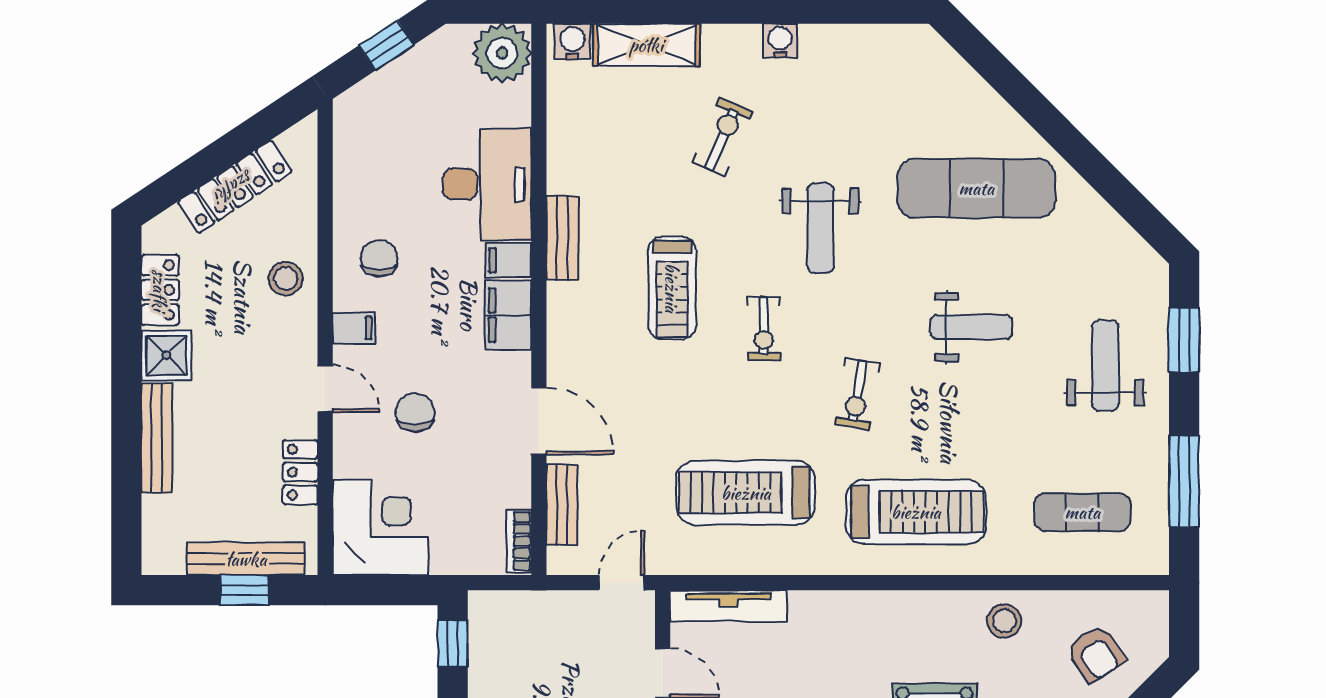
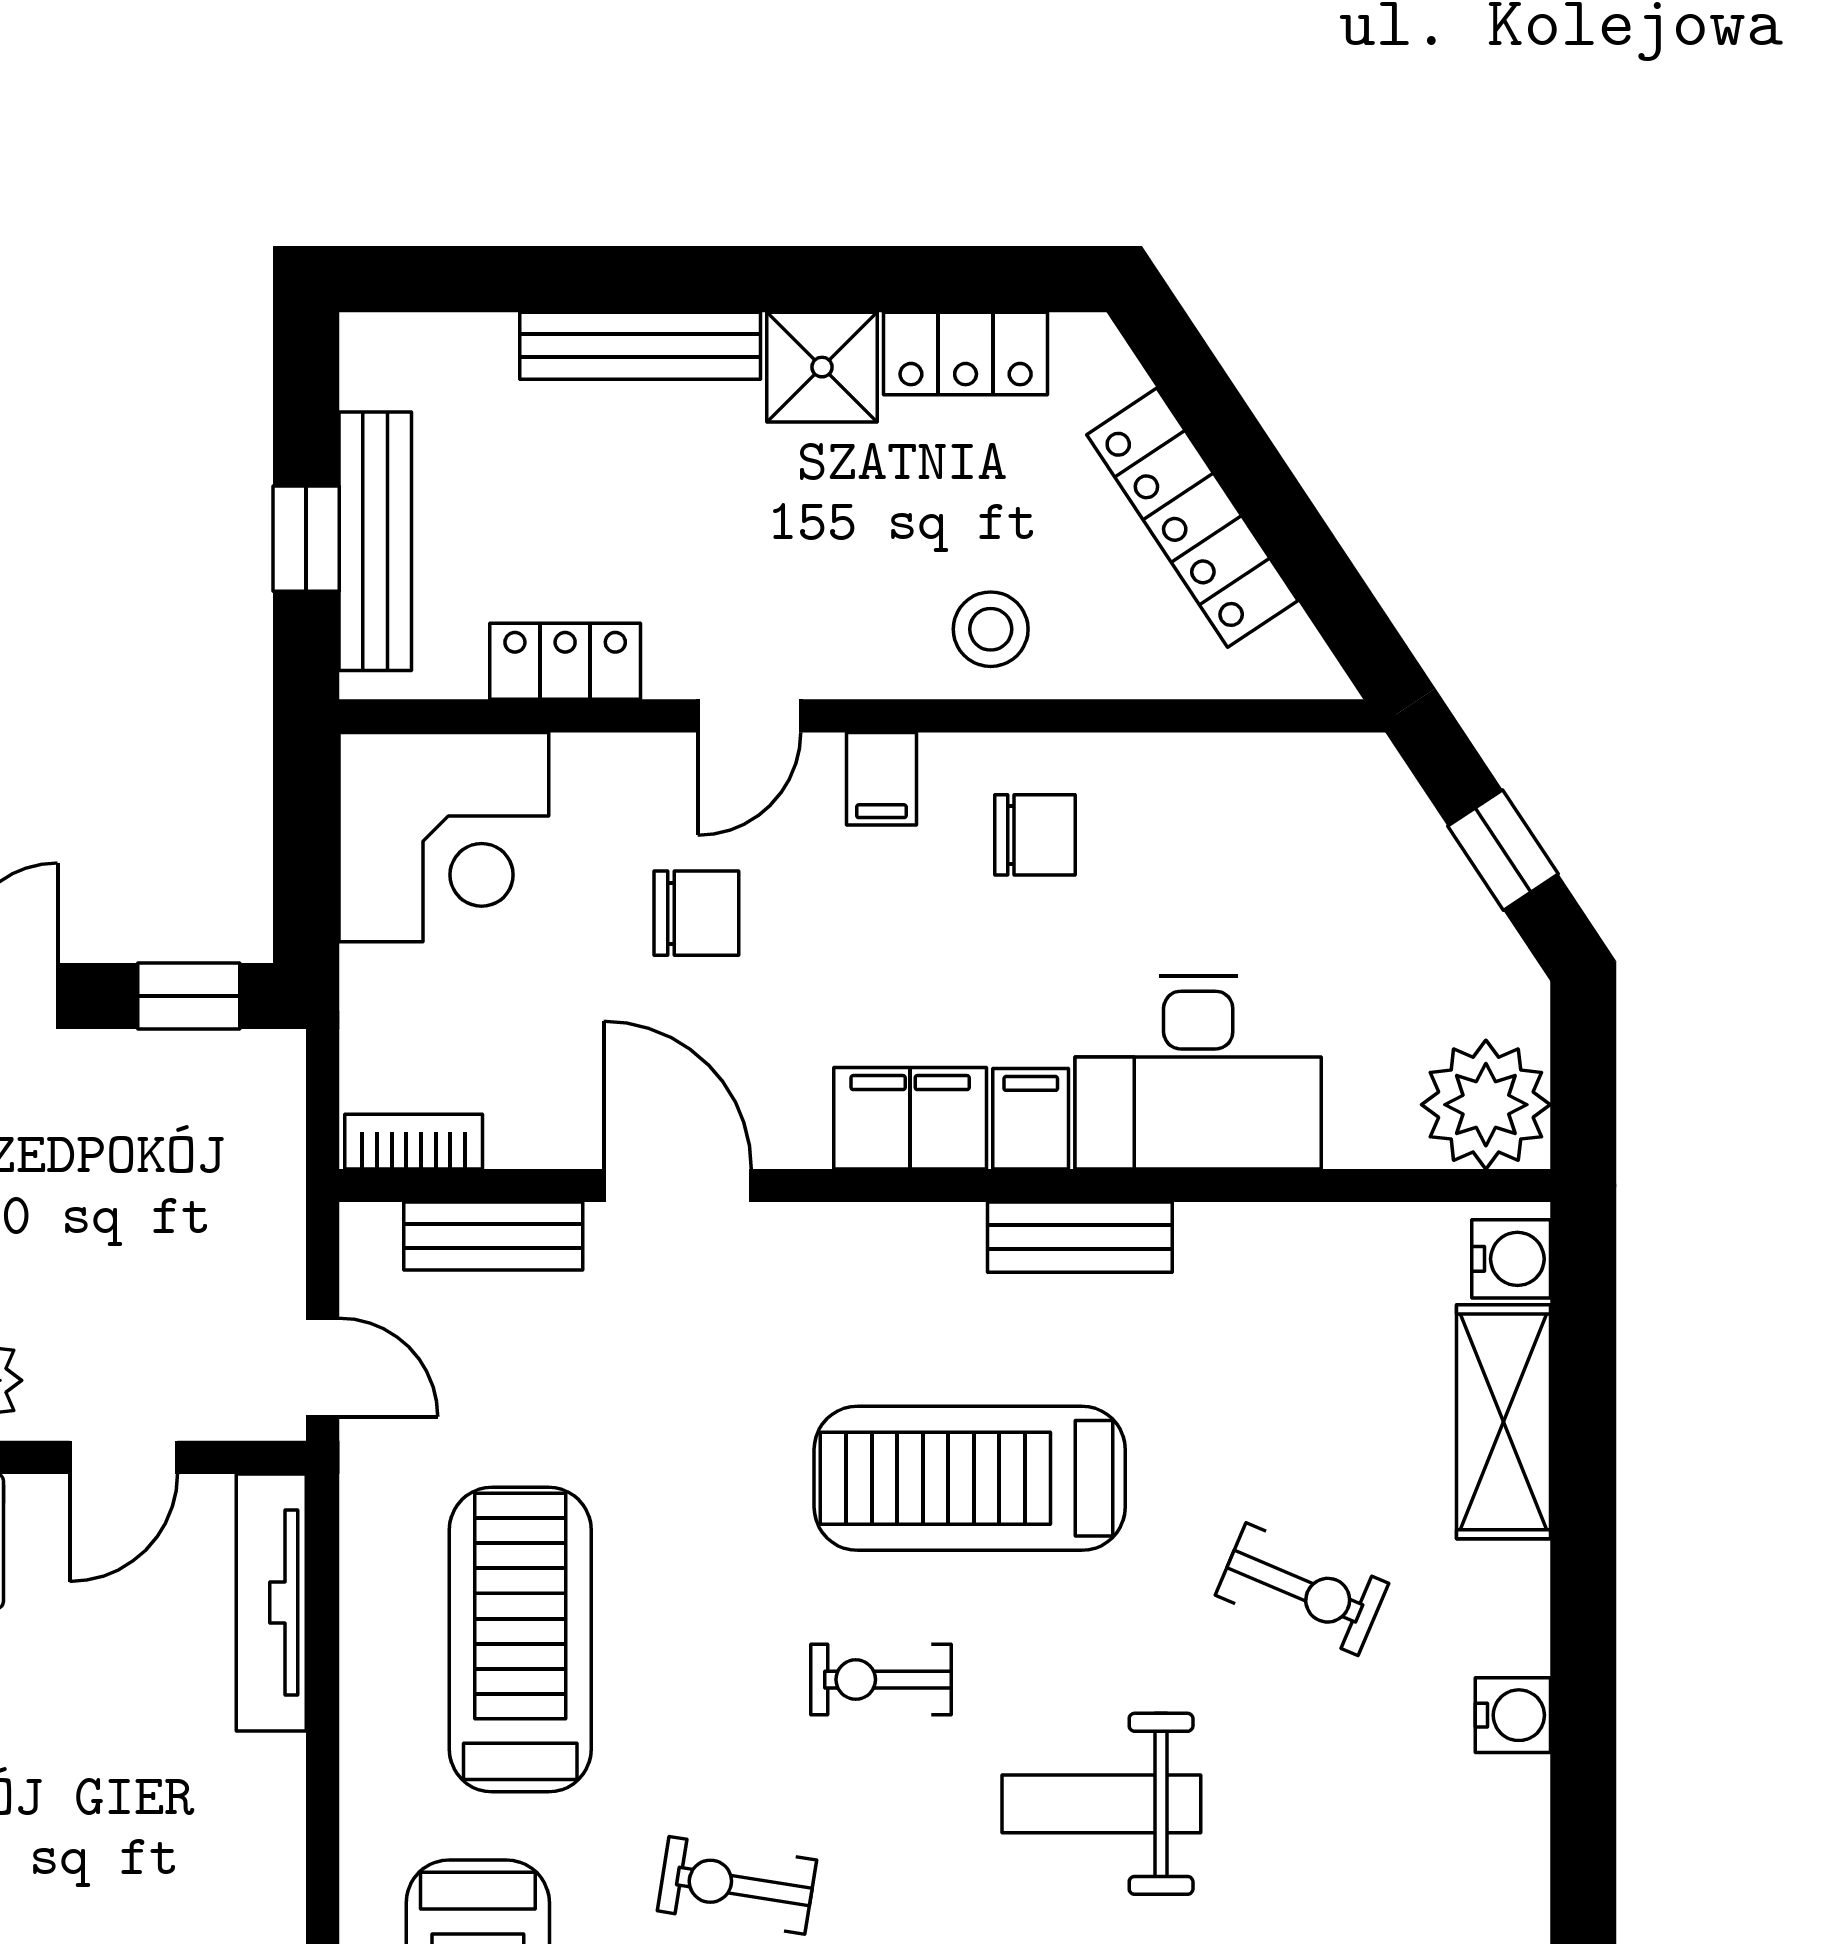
treadmill: (672, 288) -> (970, 1478), width x1.37, depth x1.38
door: (539, 421) -> (678, 1185), swing flipped

